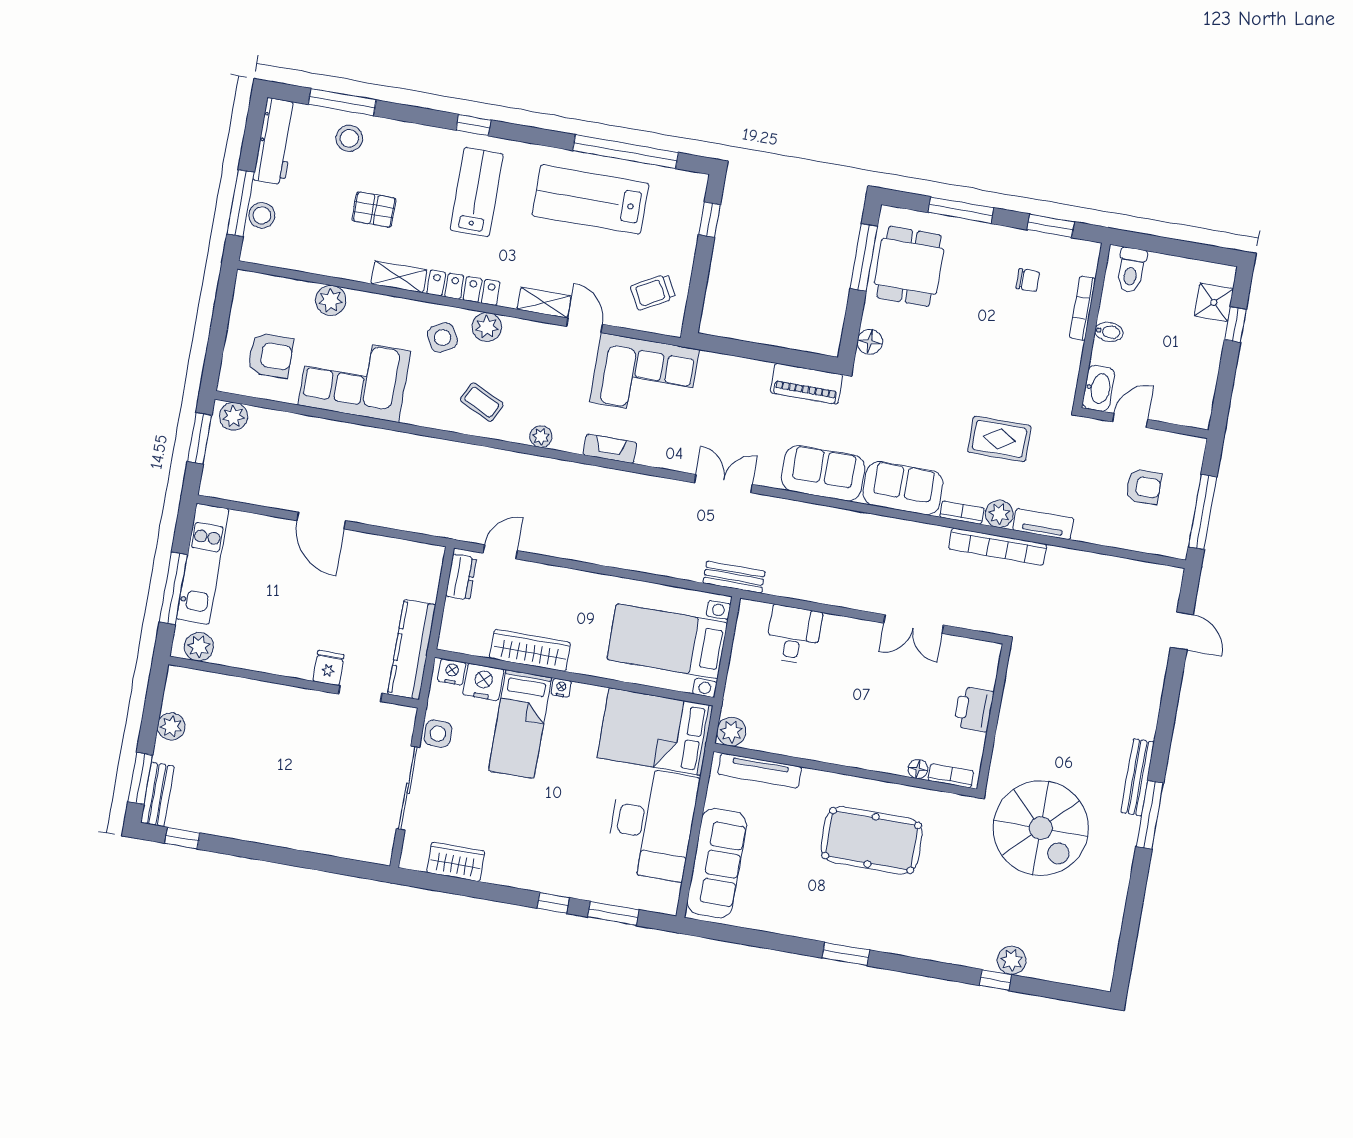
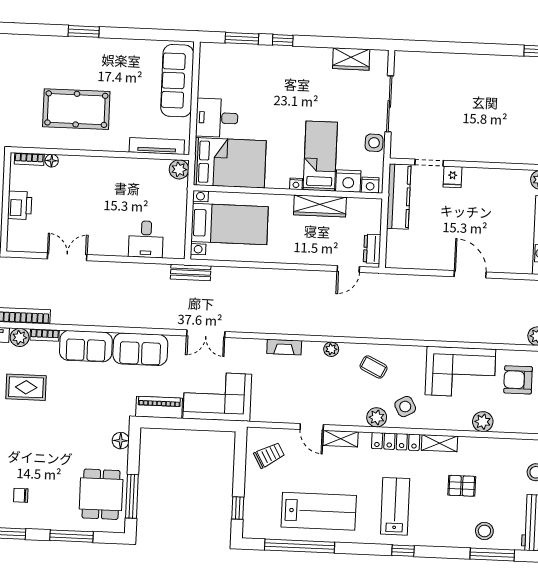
lab bench: (477, 192) -> (395, 506), turned 180
corner sofa: (644, 376) -> (217, 396), moved
desk: (652, 823) -> (217, 118), width x0.53, depth x0.77

